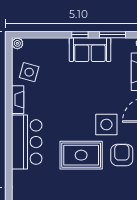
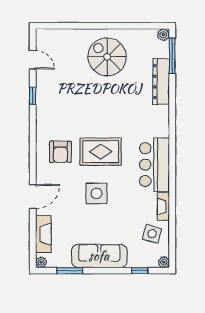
window: (80, 35) -> (140, 271), moved
sofa: (90, 50) -> (99, 256), width x1.36
side table: (106, 125) -> (97, 193), moved

